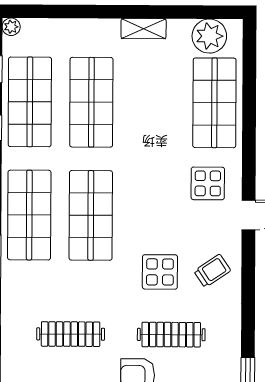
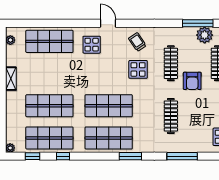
plant: (209, 36) -> (10, 40), width x0.53, depth x0.53

